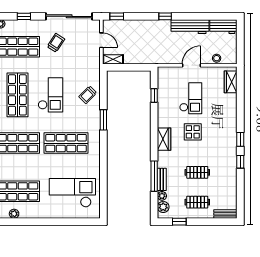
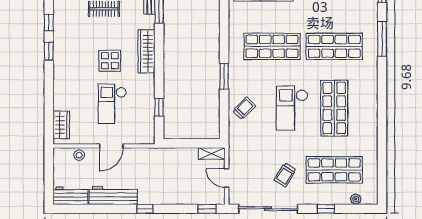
wardrobe: (164, 139) -> (146, 51), width x1.50

